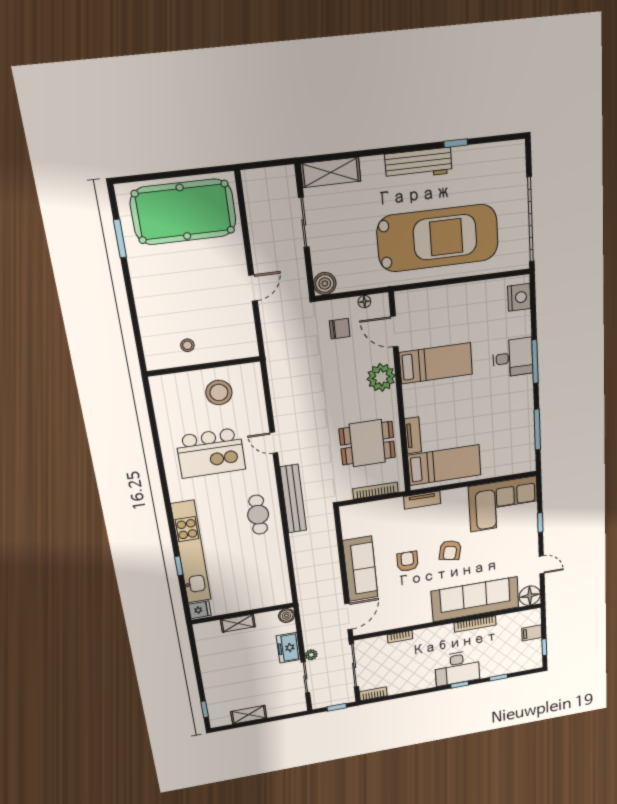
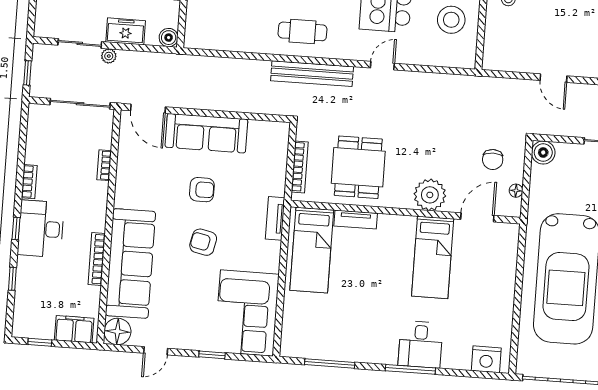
filing cabinet: (532, 633) -> (74, 329), width x2.00
bookcase: (373, 694) -> (29, 182), moved

